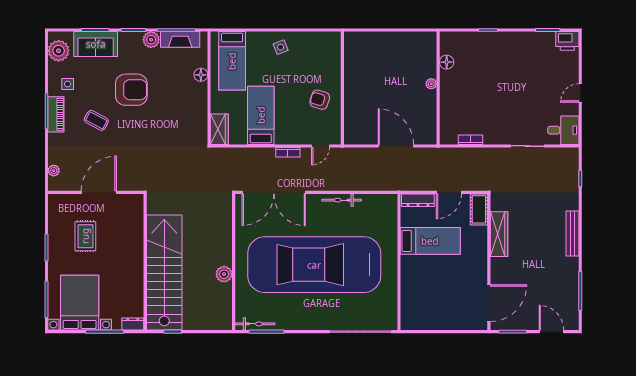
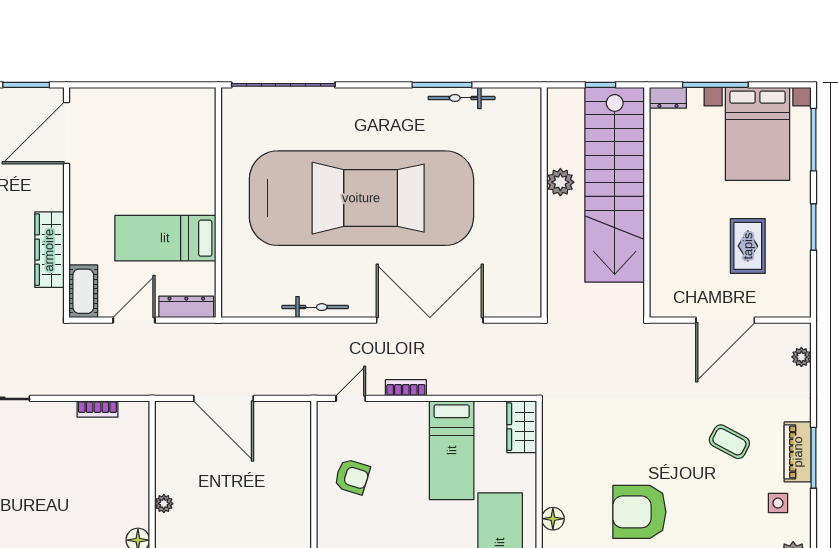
armchair: (131, 90) -> (639, 512), moved
wall: (234, 262) -> (544, 202), moved
plant: (224, 274) -> (560, 182), moved

